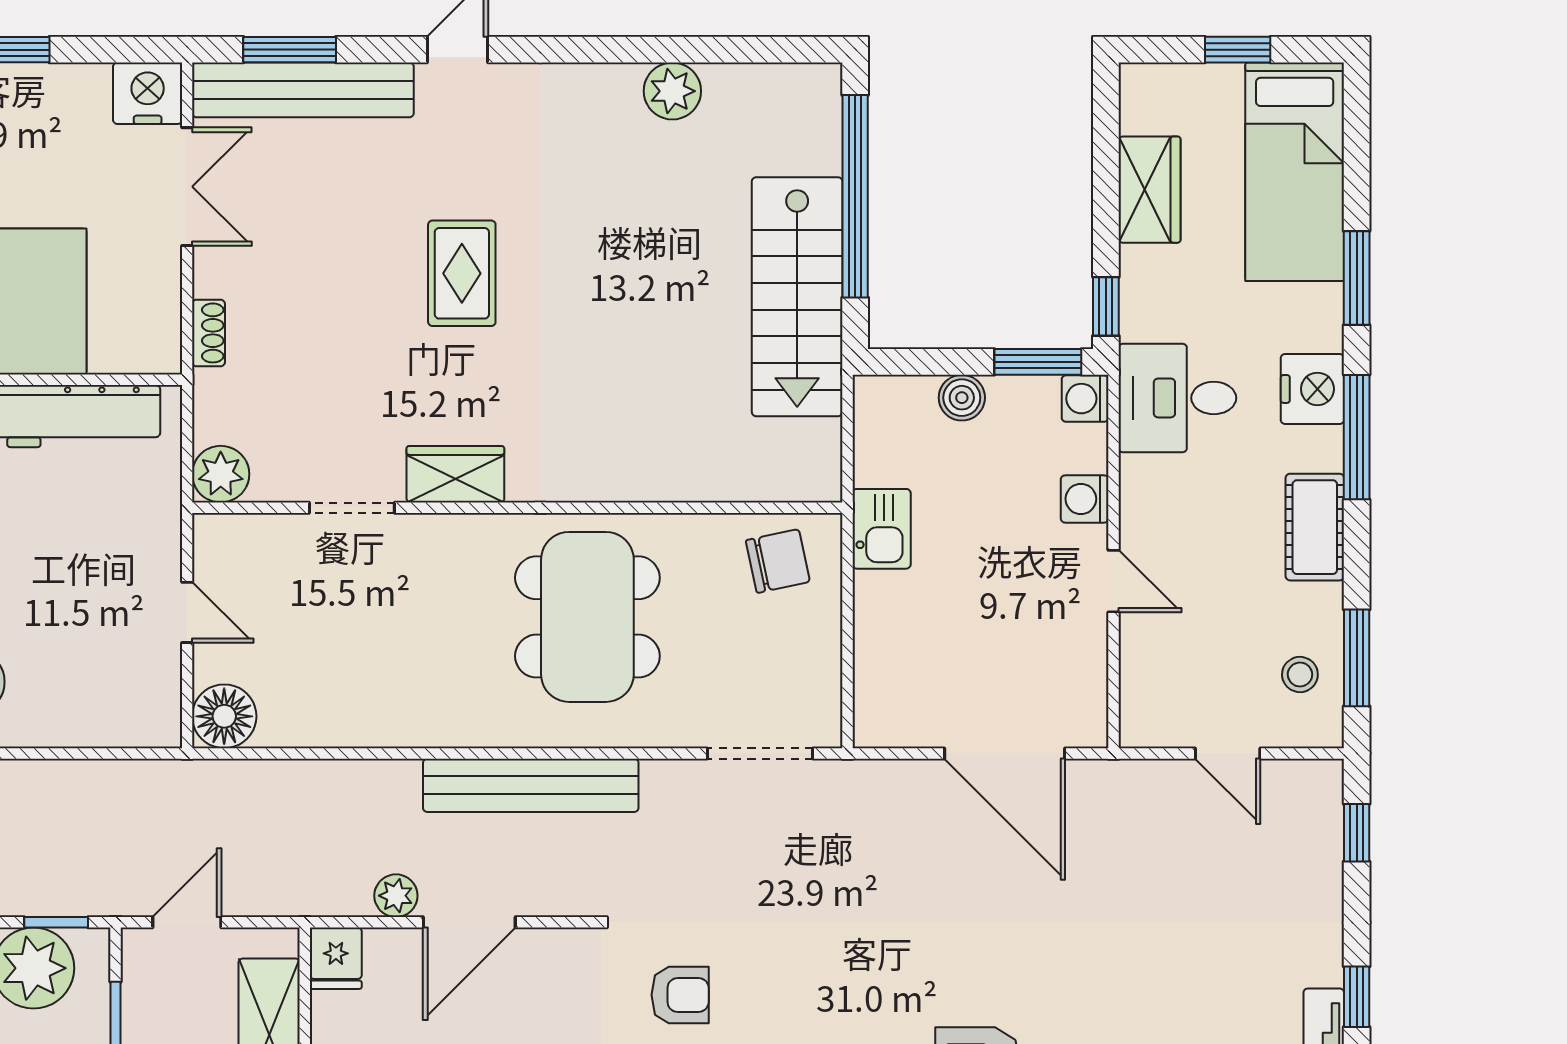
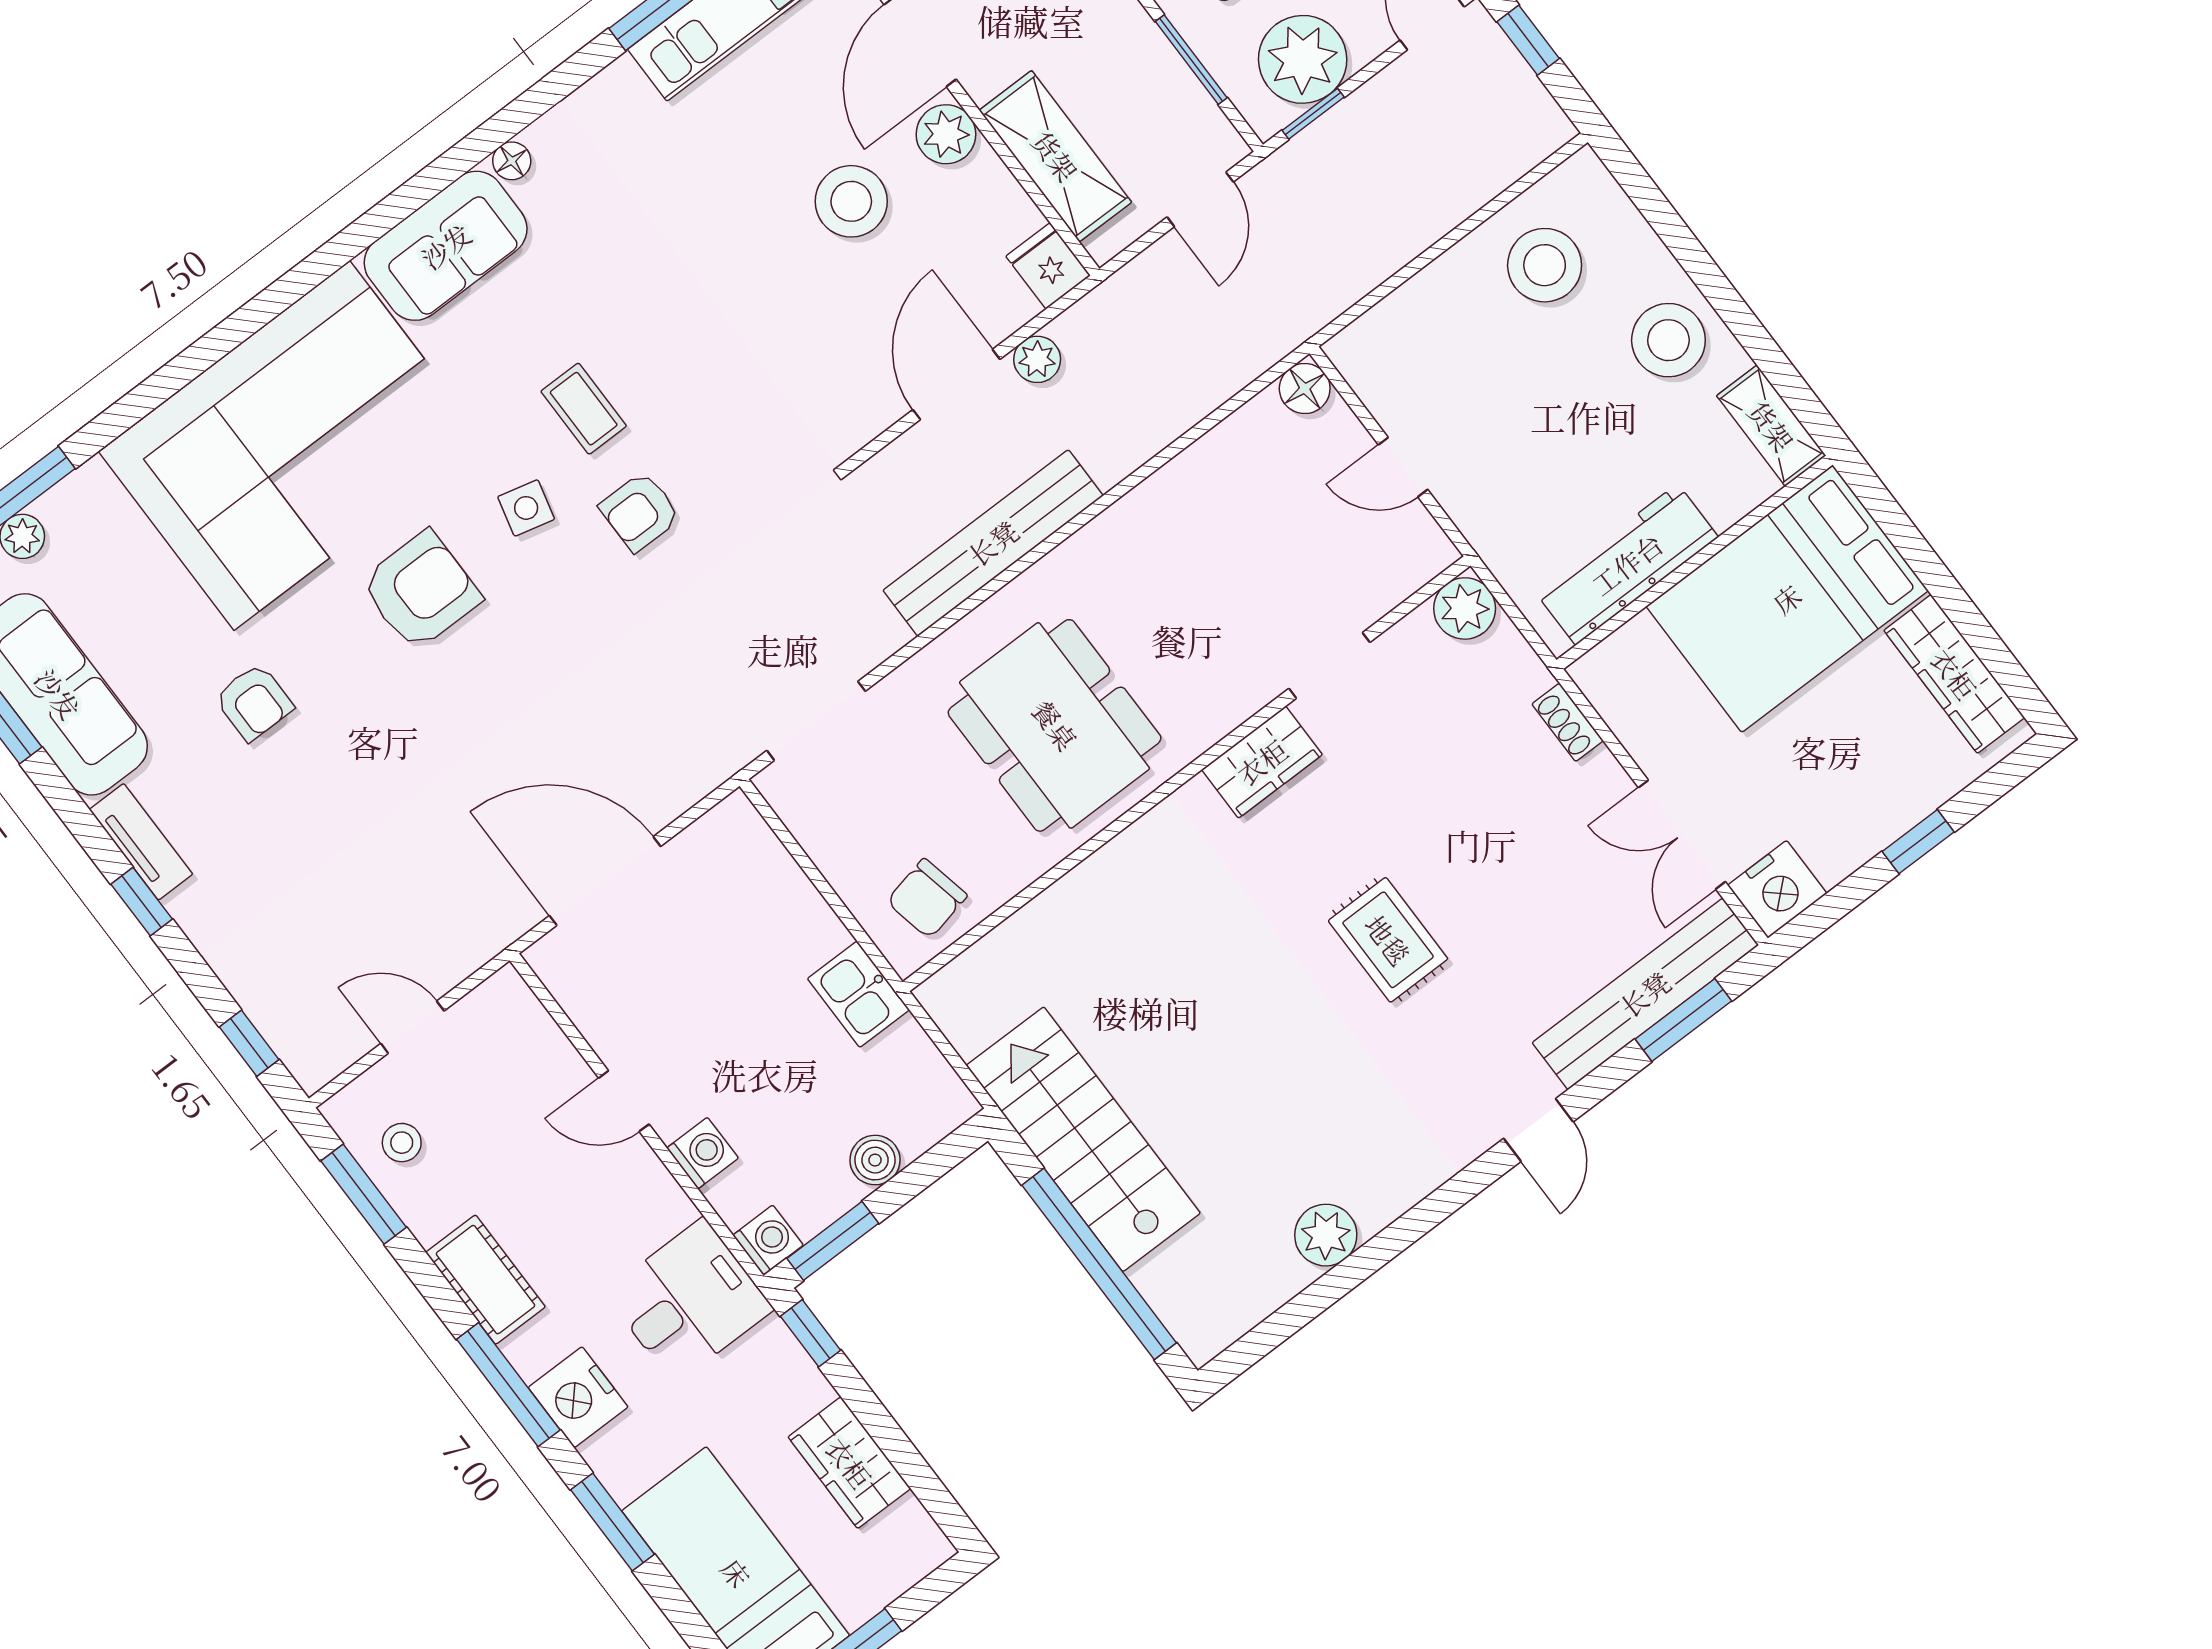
floor lamp: (224, 716) -> (1305, 389), width x0.73, depth x0.73
armchair: (680, 995) -> (640, 512), moved

